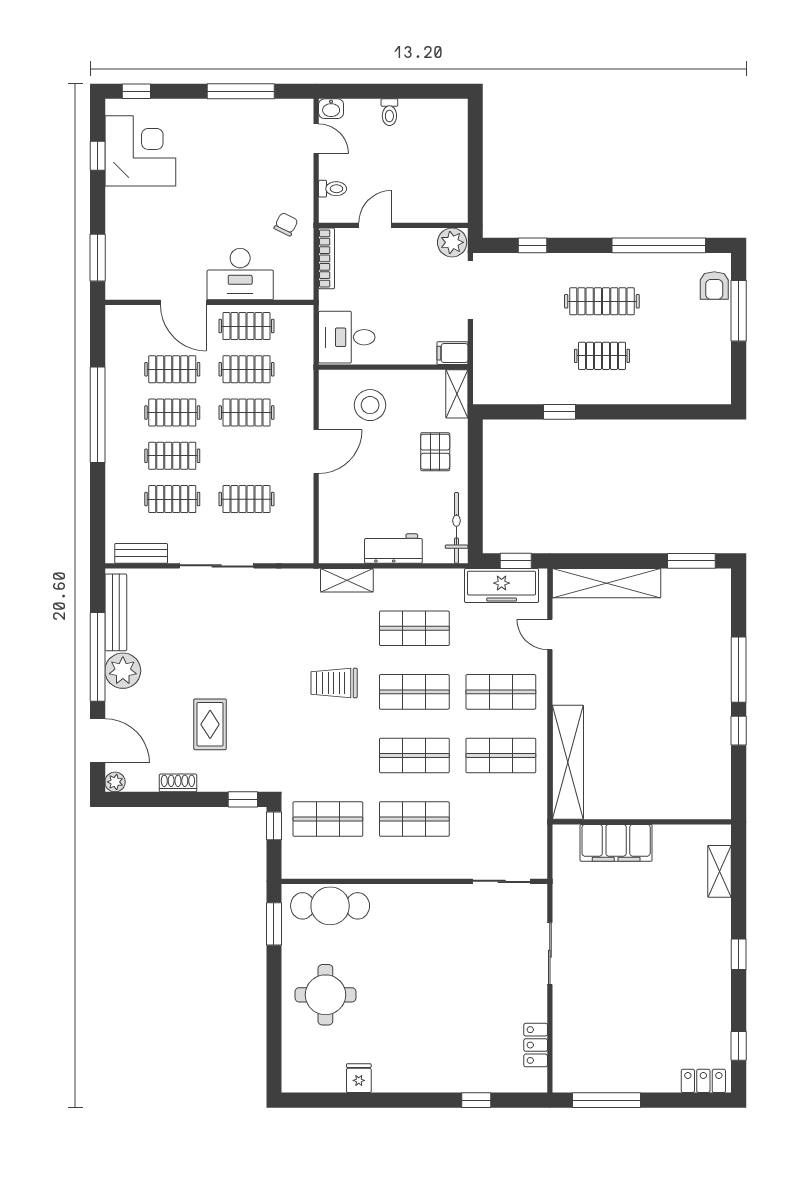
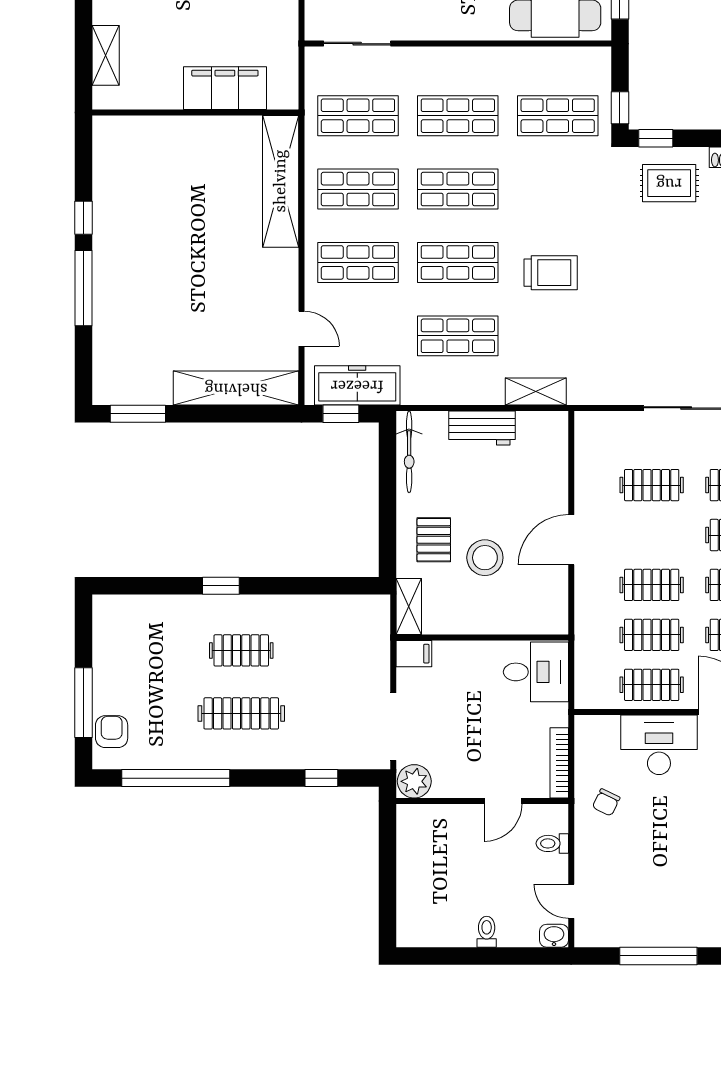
stool: (370, 405) -> (485, 558), moved
window: (560, 412) -> (221, 586), moved
rug: (210, 724) -> (669, 183), moved, turned 90
shop shelf: (501, 819) -> (358, 116), added

